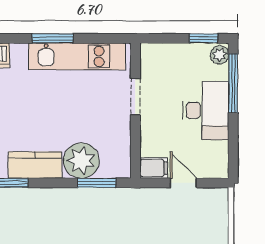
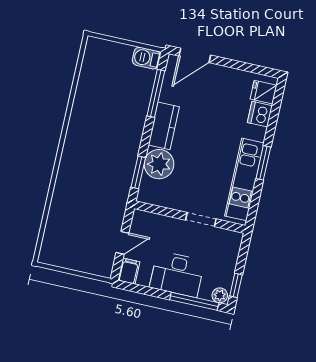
filing cabinet: (154, 168) -> (129, 271), moved, turned 180

